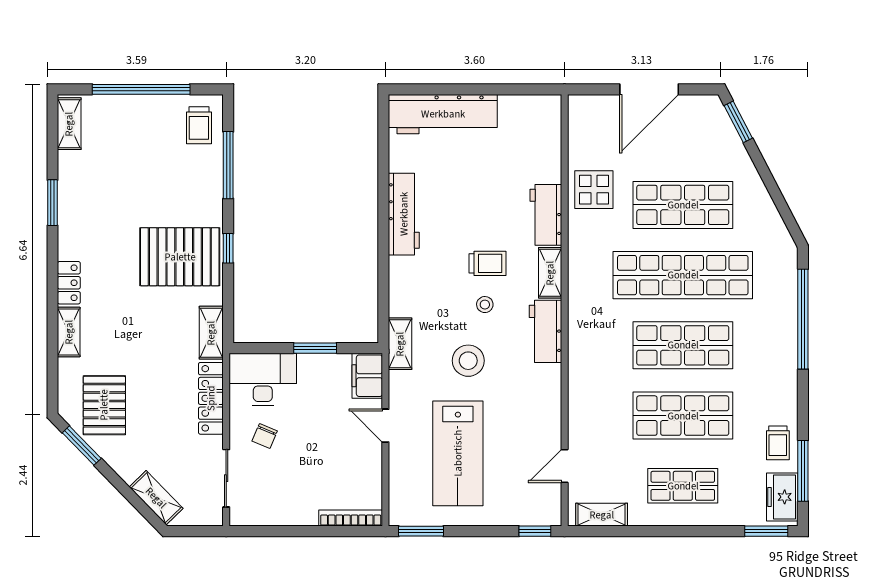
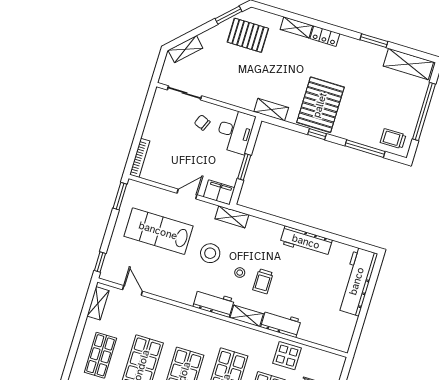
shelving: (69, 124) -> (408, 64), width x1.50, depth x1.33
locker: (211, 398) -> (233, 98), removed

